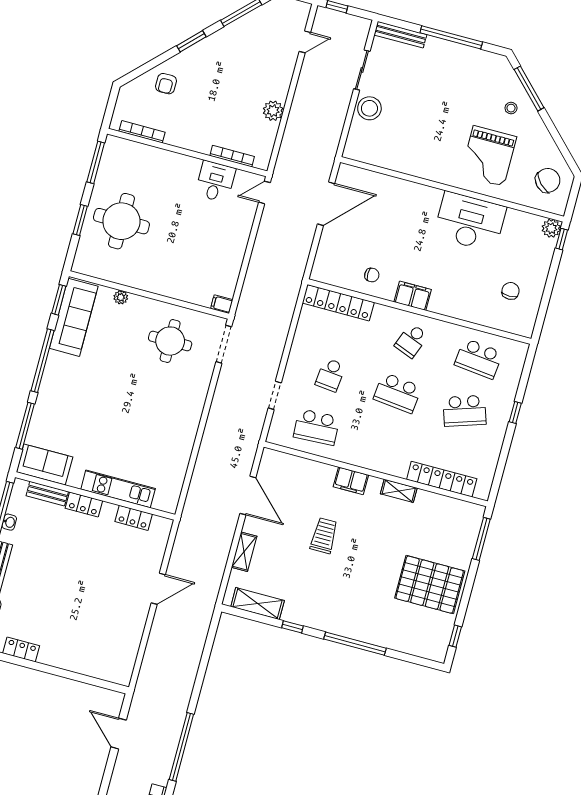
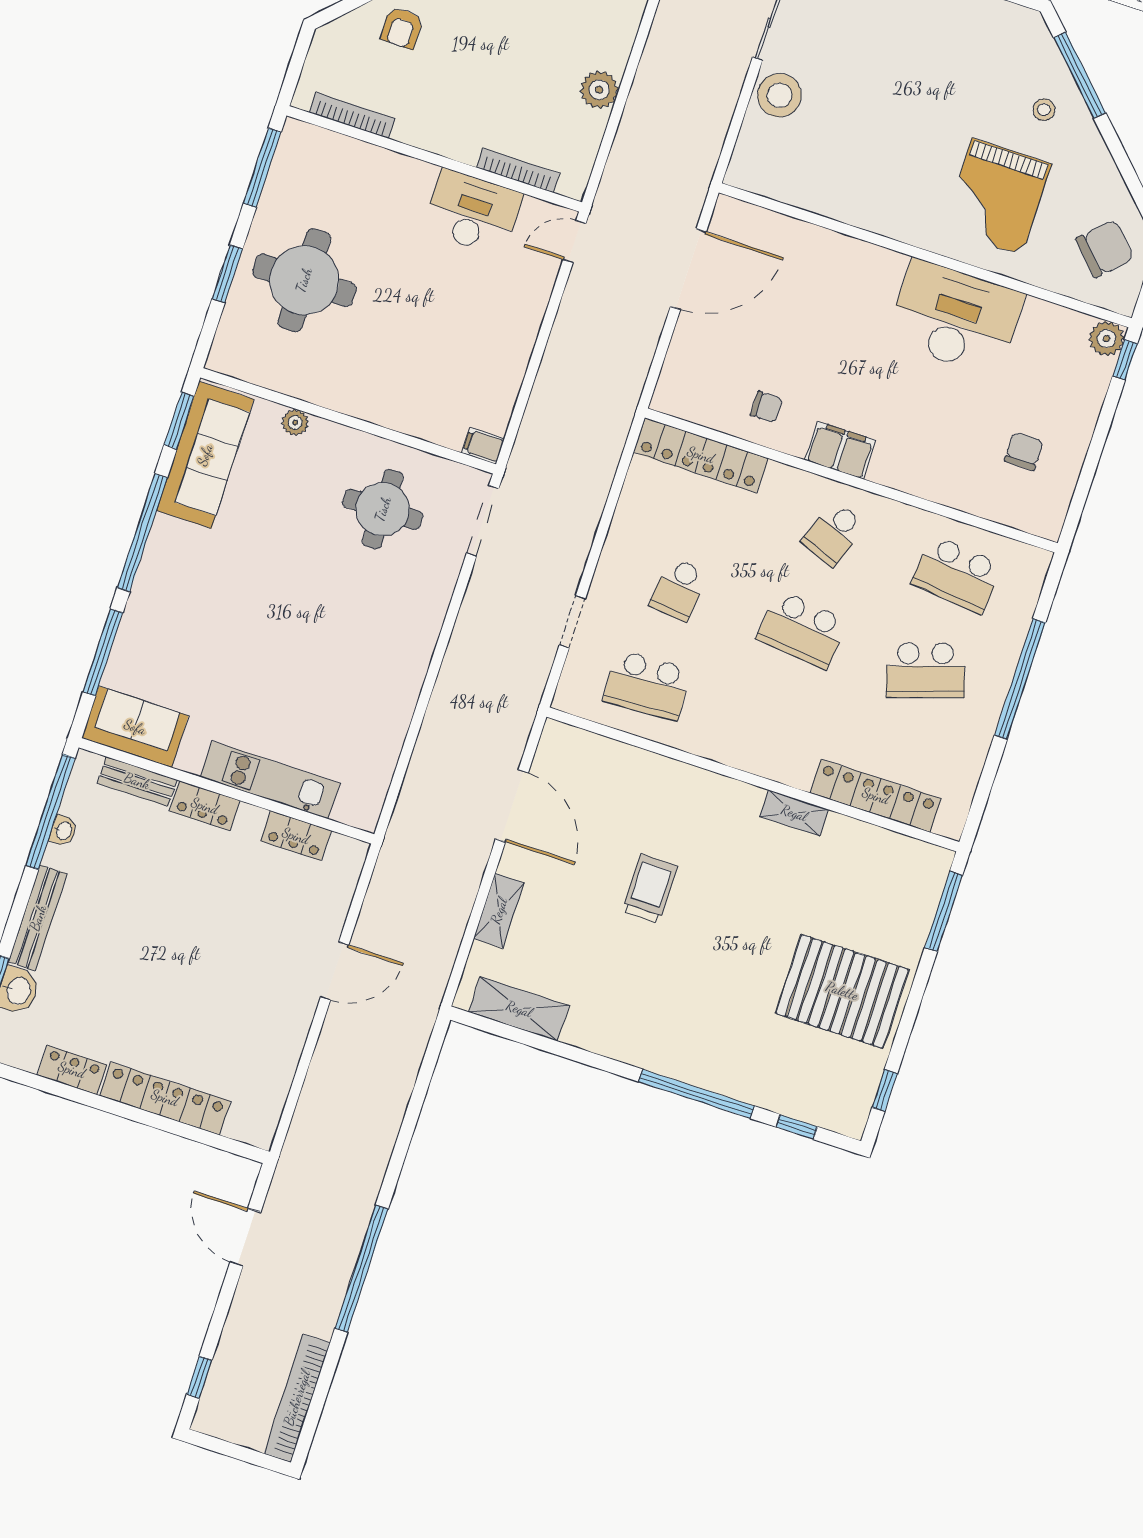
desk: (215, 182) -> (473, 212), width x1.37
window: (515, 412) -> (1020, 679), width x3.17
filing cabinet: (351, 481) -> (706, 789), removed
window: (293, 627) -> (797, 1127), moved
locker: (72, 662) -> (165, 1098), added

